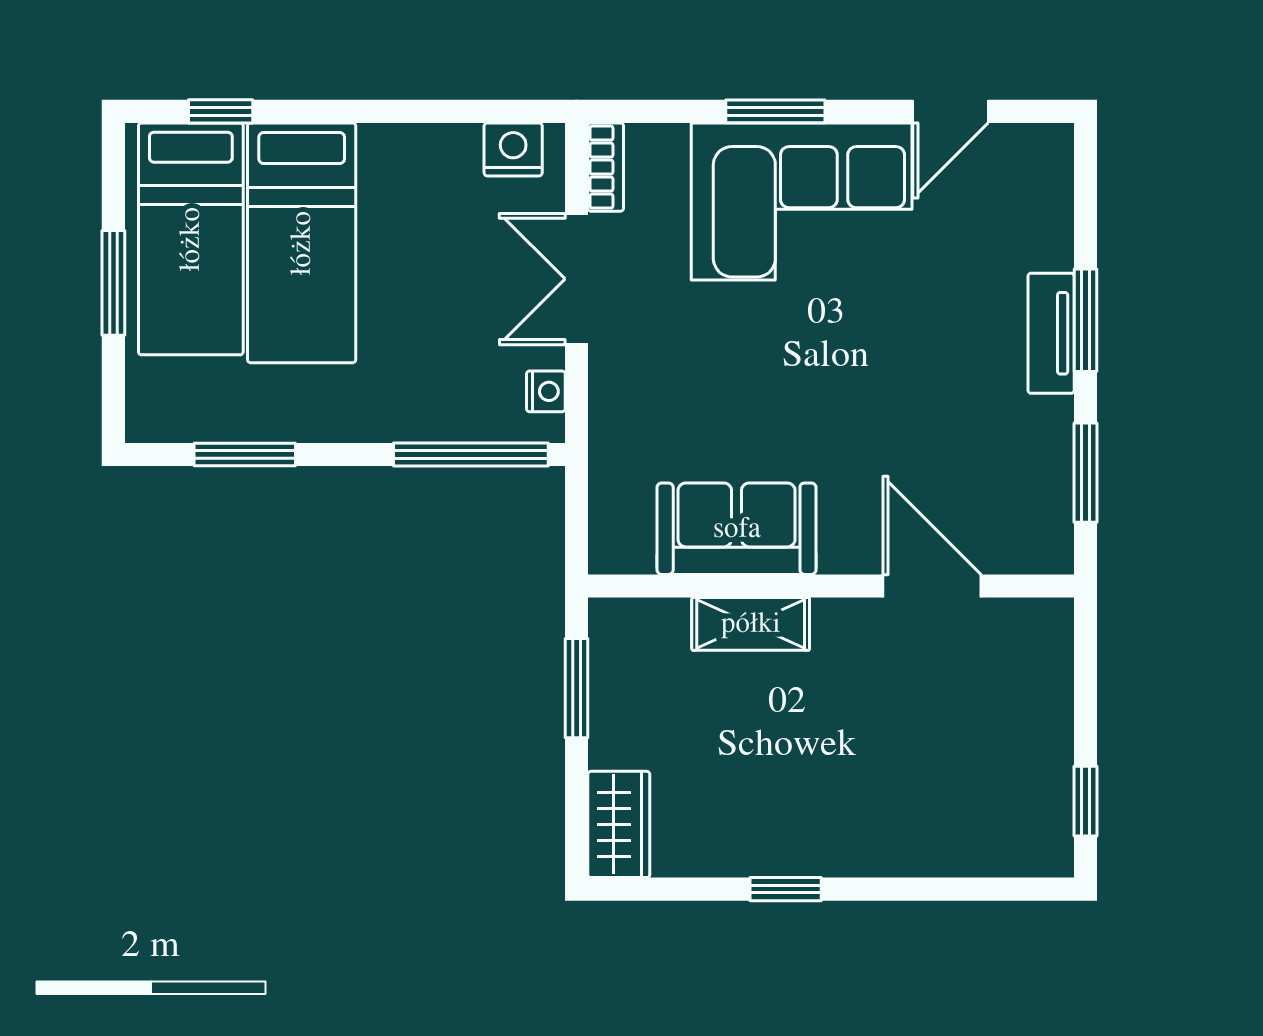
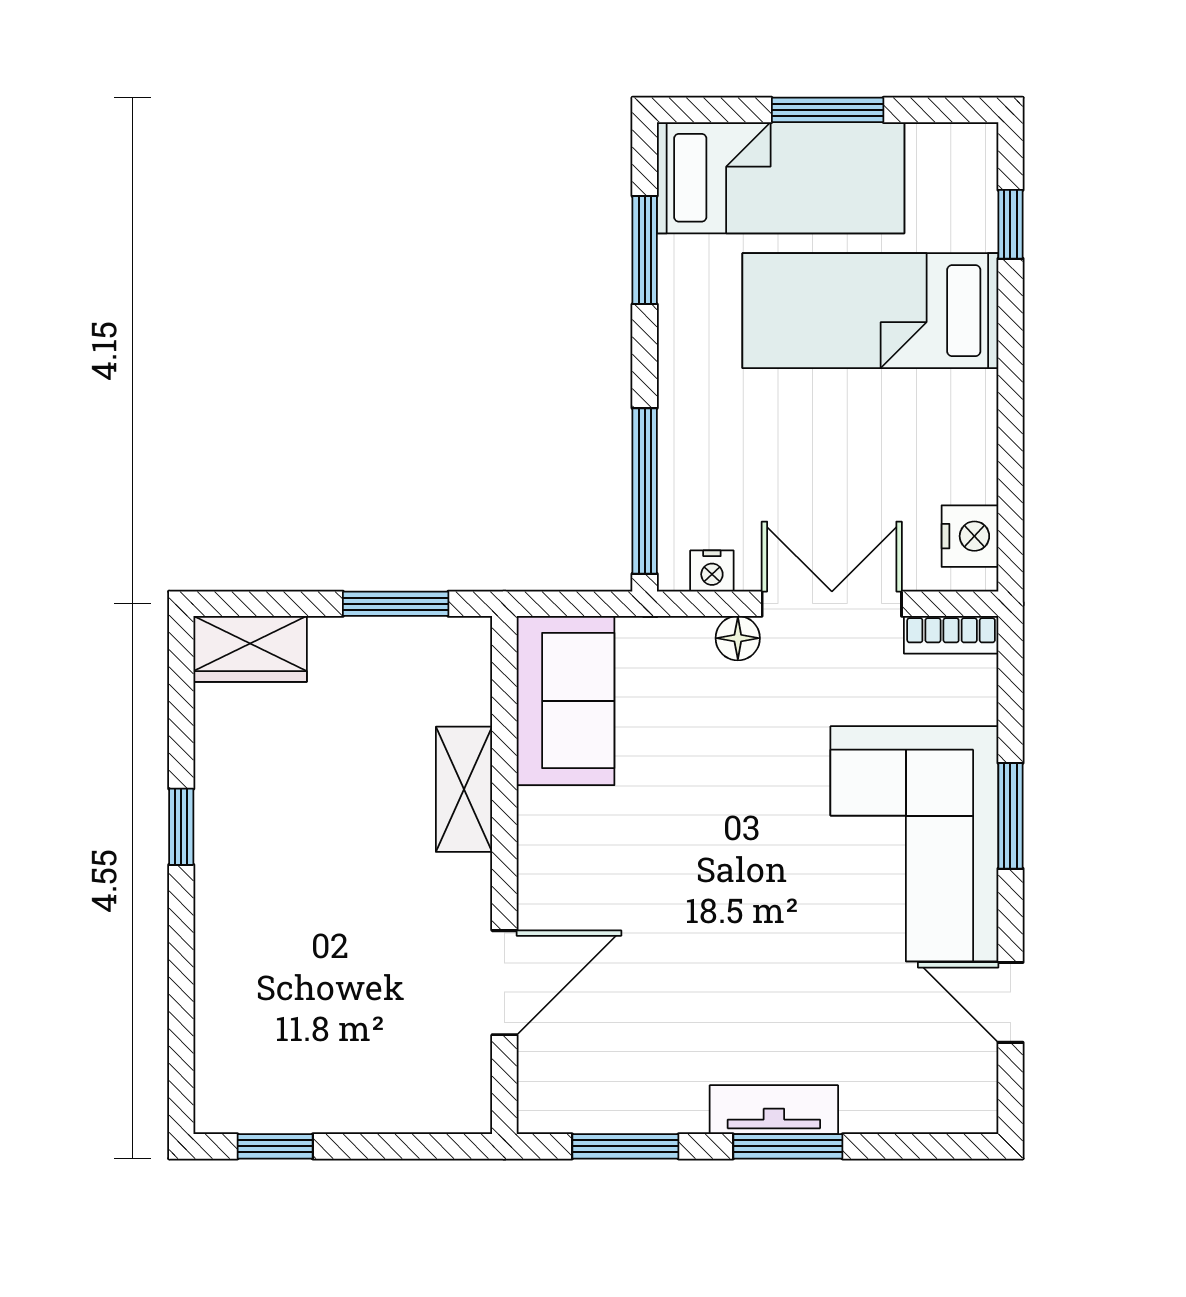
bed: (191, 239) -> (781, 178), moved, turned 180
floor lamp: (609, 367) -> (738, 638), added
sofa: (737, 529) -> (566, 701), moved

